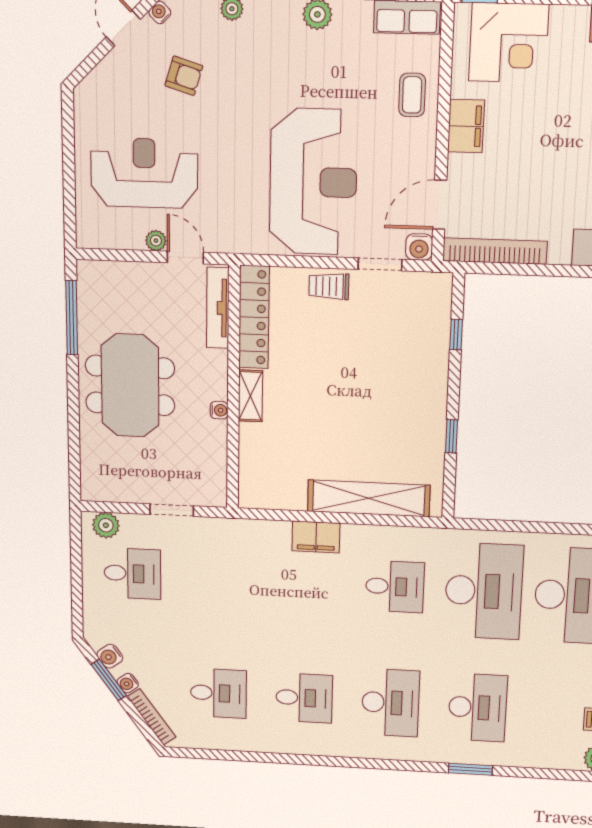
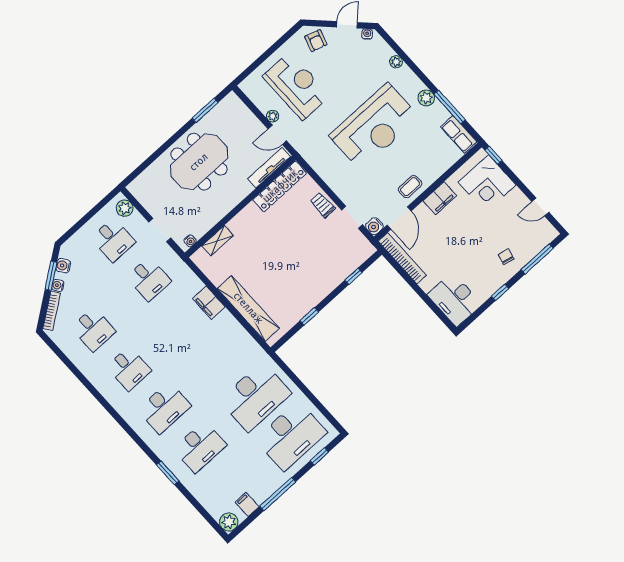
armchair: (184, 76) -> (316, 41), moved
coffee table: (412, 95) -> (410, 187), moved
reception desk: (313, 182) -> (374, 127), moved
door: (440, 205) -> (399, 218), swing flipped
door: (185, 258) -> (277, 135), swing flipped
window: (72, 318) -> (205, 110), width x0.69
shelving: (250, 396) -> (218, 241), moved
water cooler: (219, 410) -> (190, 241), moved
desk: (395, 587) -> (149, 279), moved

